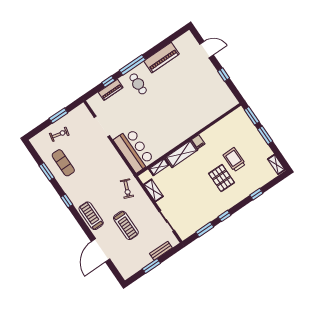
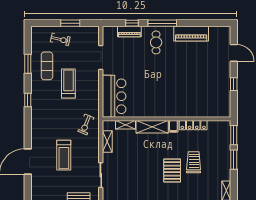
locker: (214, 130) -> (193, 125), added
treadmill: (91, 216) -> (68, 83), moved

